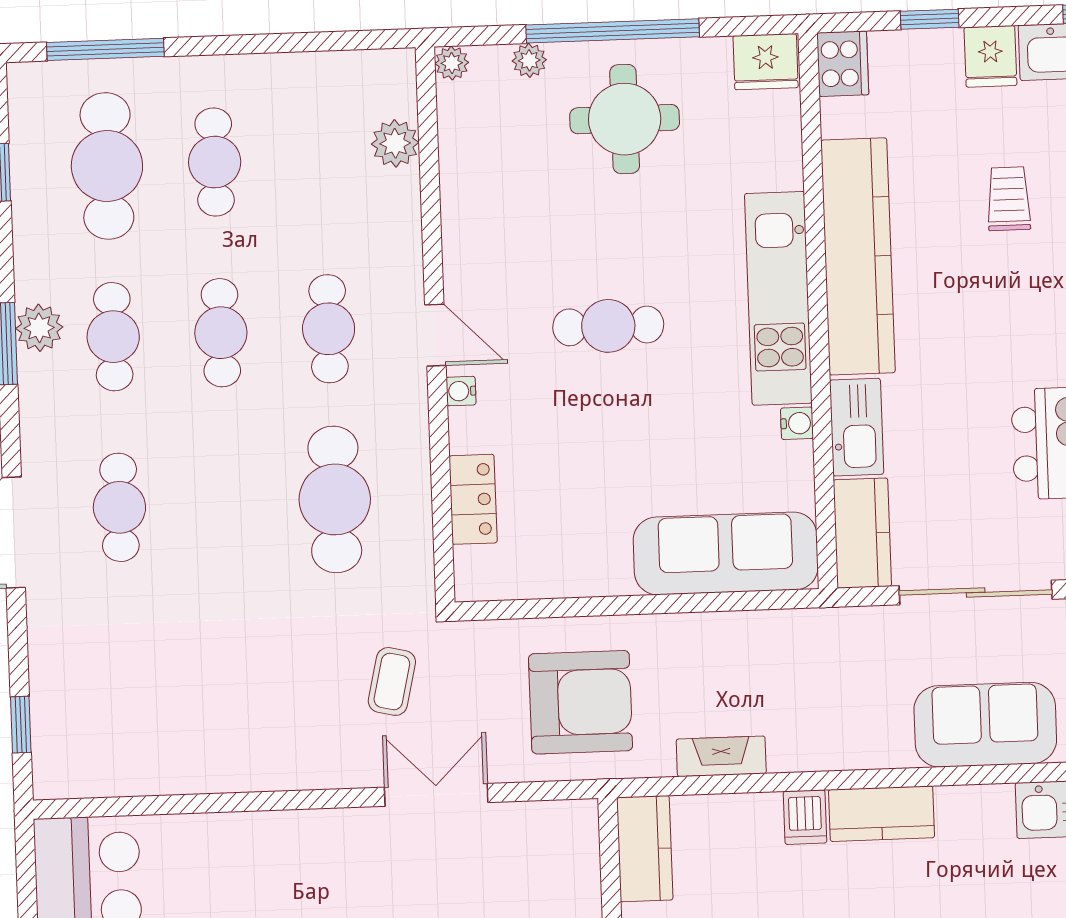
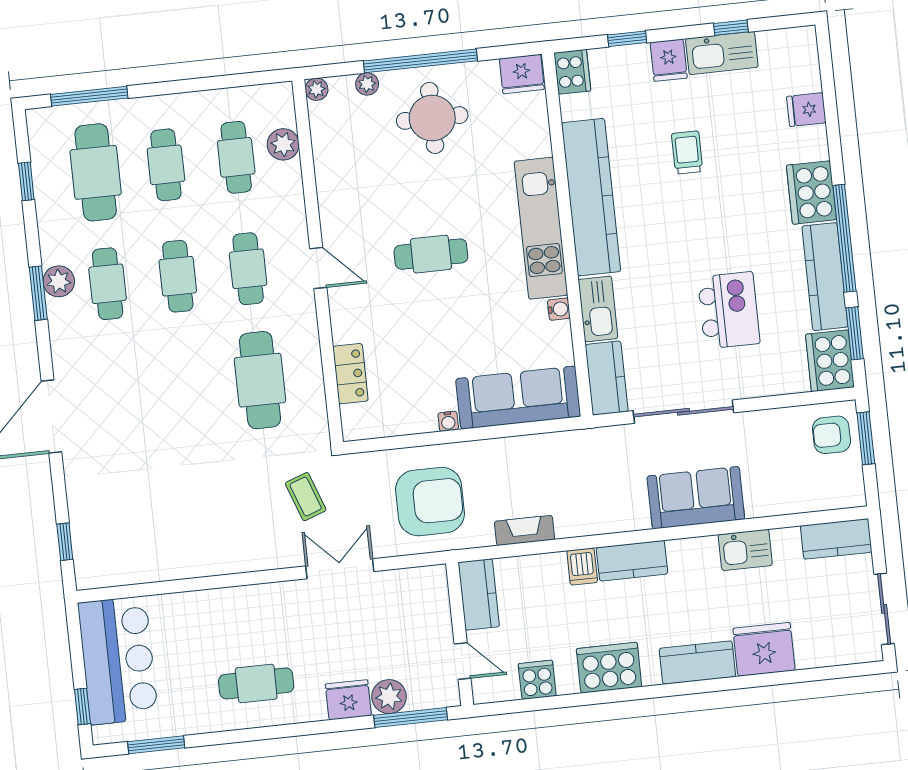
water cooler: (461, 391) -> (448, 421), moved, turned -90
cafe table: (119, 507) -> (236, 157), moved
coffee table: (392, 681) -> (306, 497), turned -33

